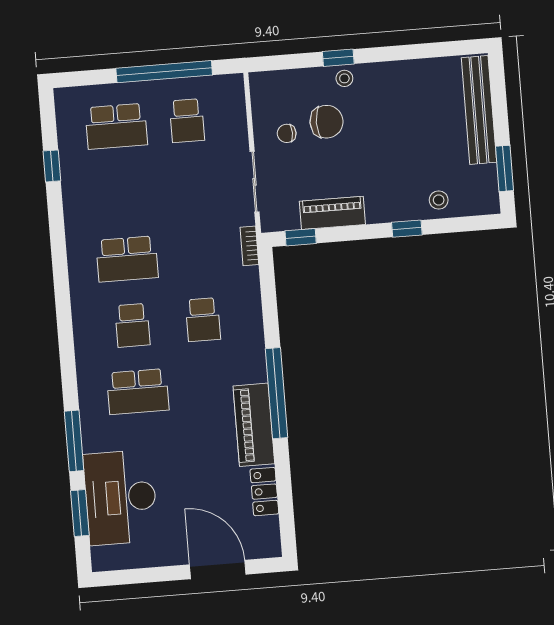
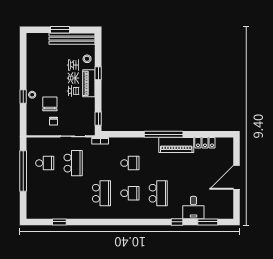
bench: (479, 110) -> (72, 39), moved
school desk: (116, 126) -> (73, 163), moved
window: (505, 168) -> (60, 30), moved
piano: (332, 213) -> (89, 83), moved
window: (74, 441) -> (177, 222), width x0.46
desk: (121, 497) -> (193, 208), width x0.53, depth x0.77
door: (218, 569) -> (237, 177), moved

